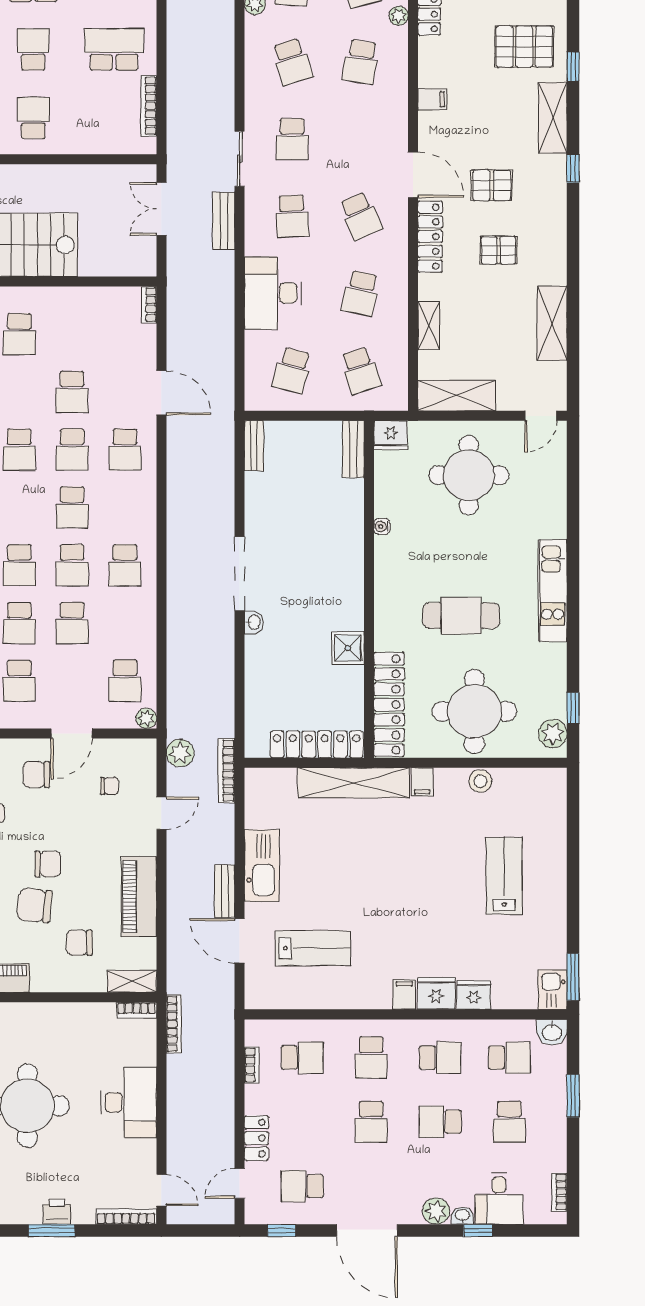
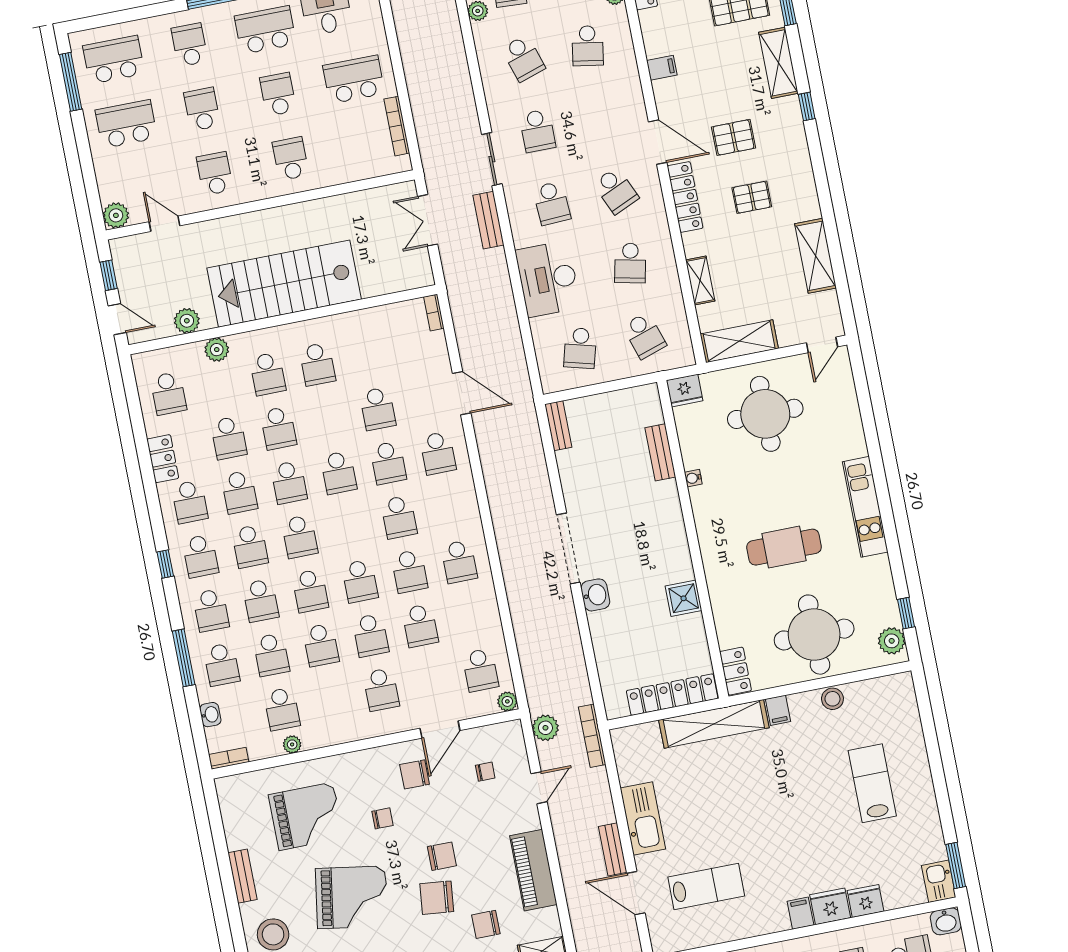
bench: (353, 449) -> (660, 452), moved
washbasin: (254, 622) -> (595, 595), width x1.38, depth x1.45
locker: (389, 704) -> (736, 671), width x0.46, depth x0.83

